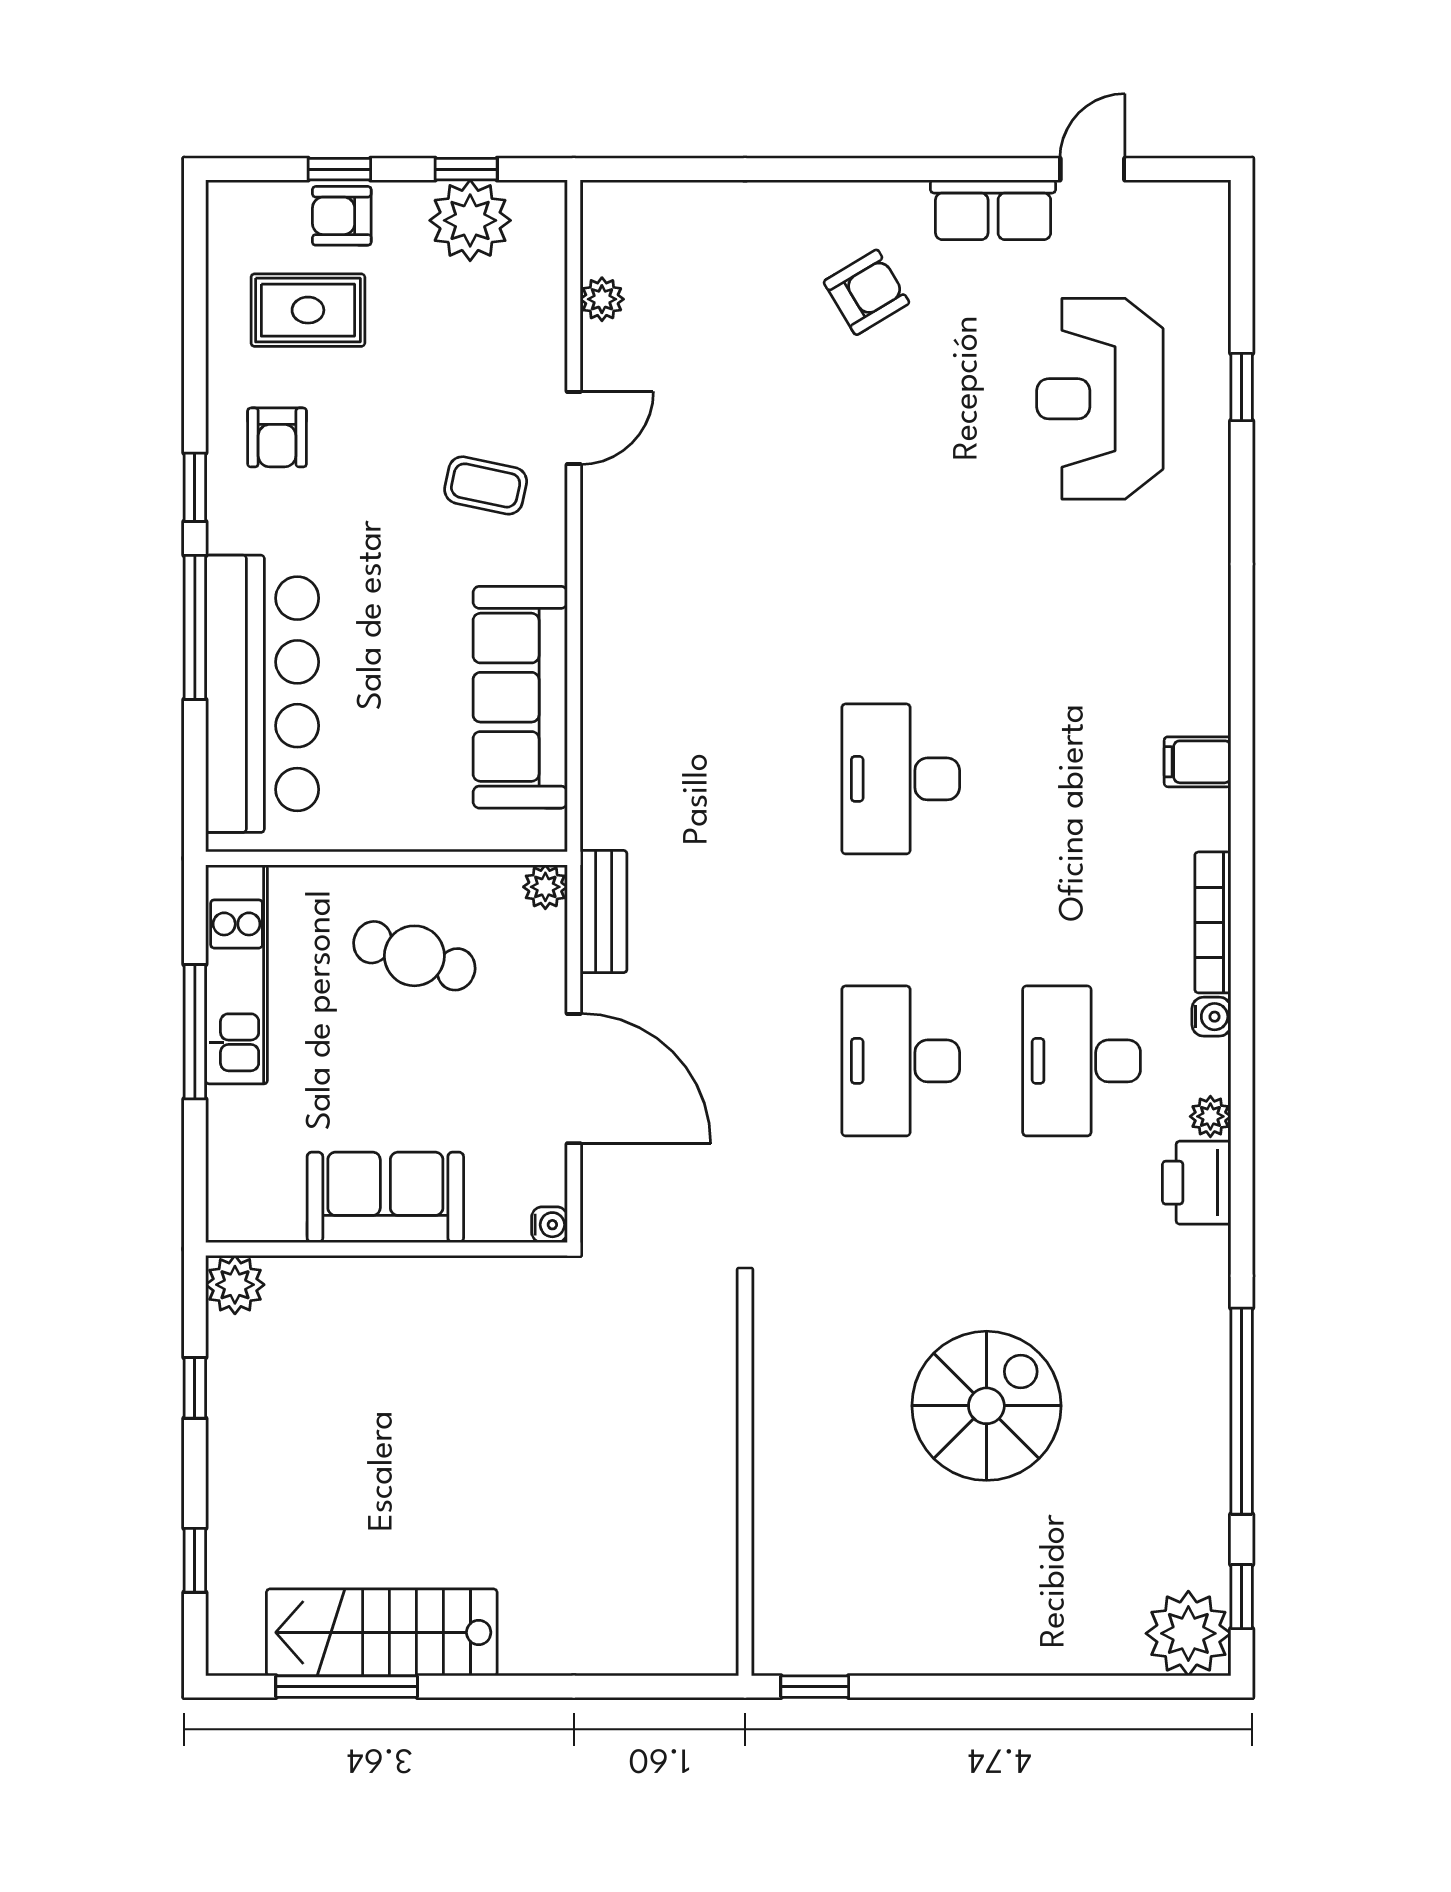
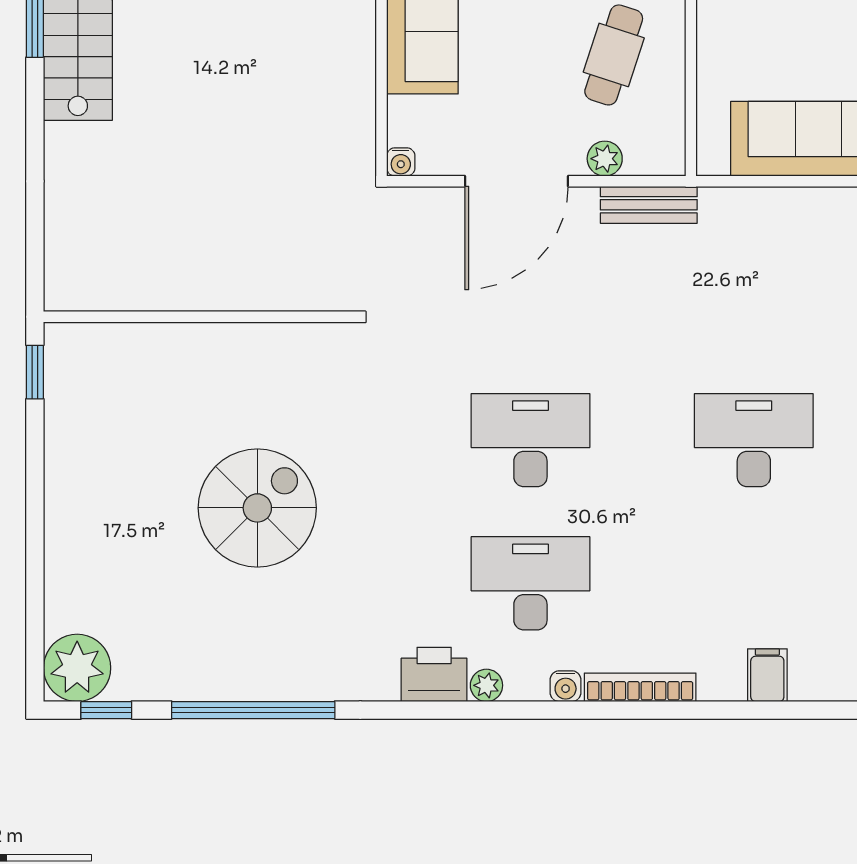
plant: (545, 887) -> (605, 159), moved
spiral stairs: (986, 1406) -> (257, 508), turned -90

